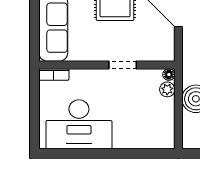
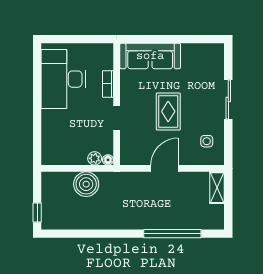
bookcase: (54, 74) -> (108, 84), moved

